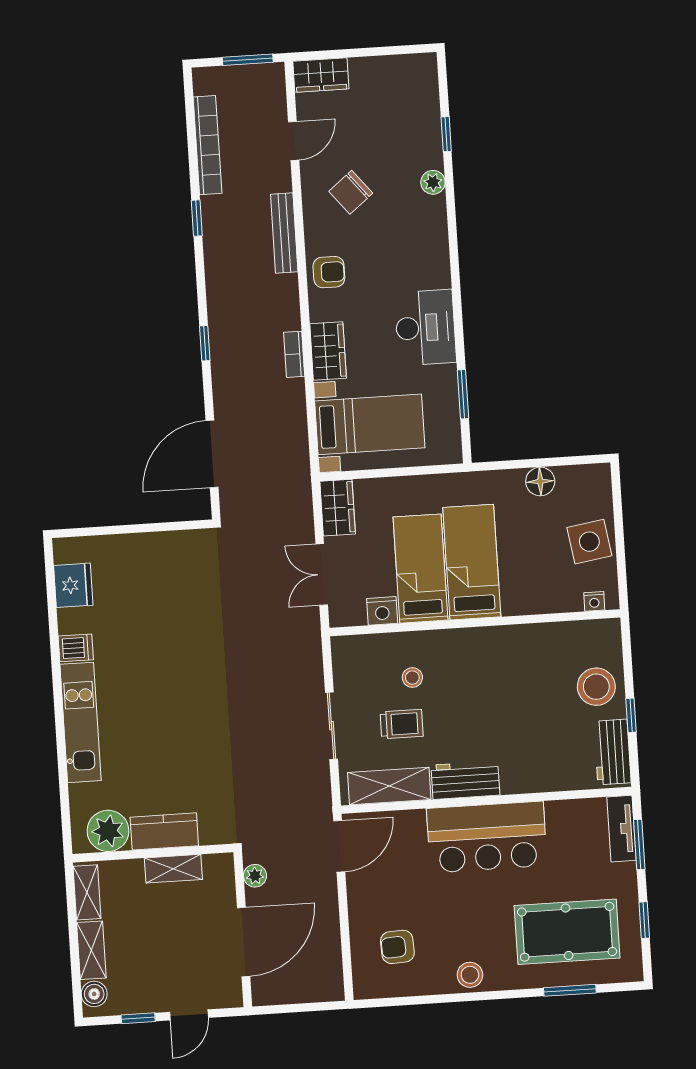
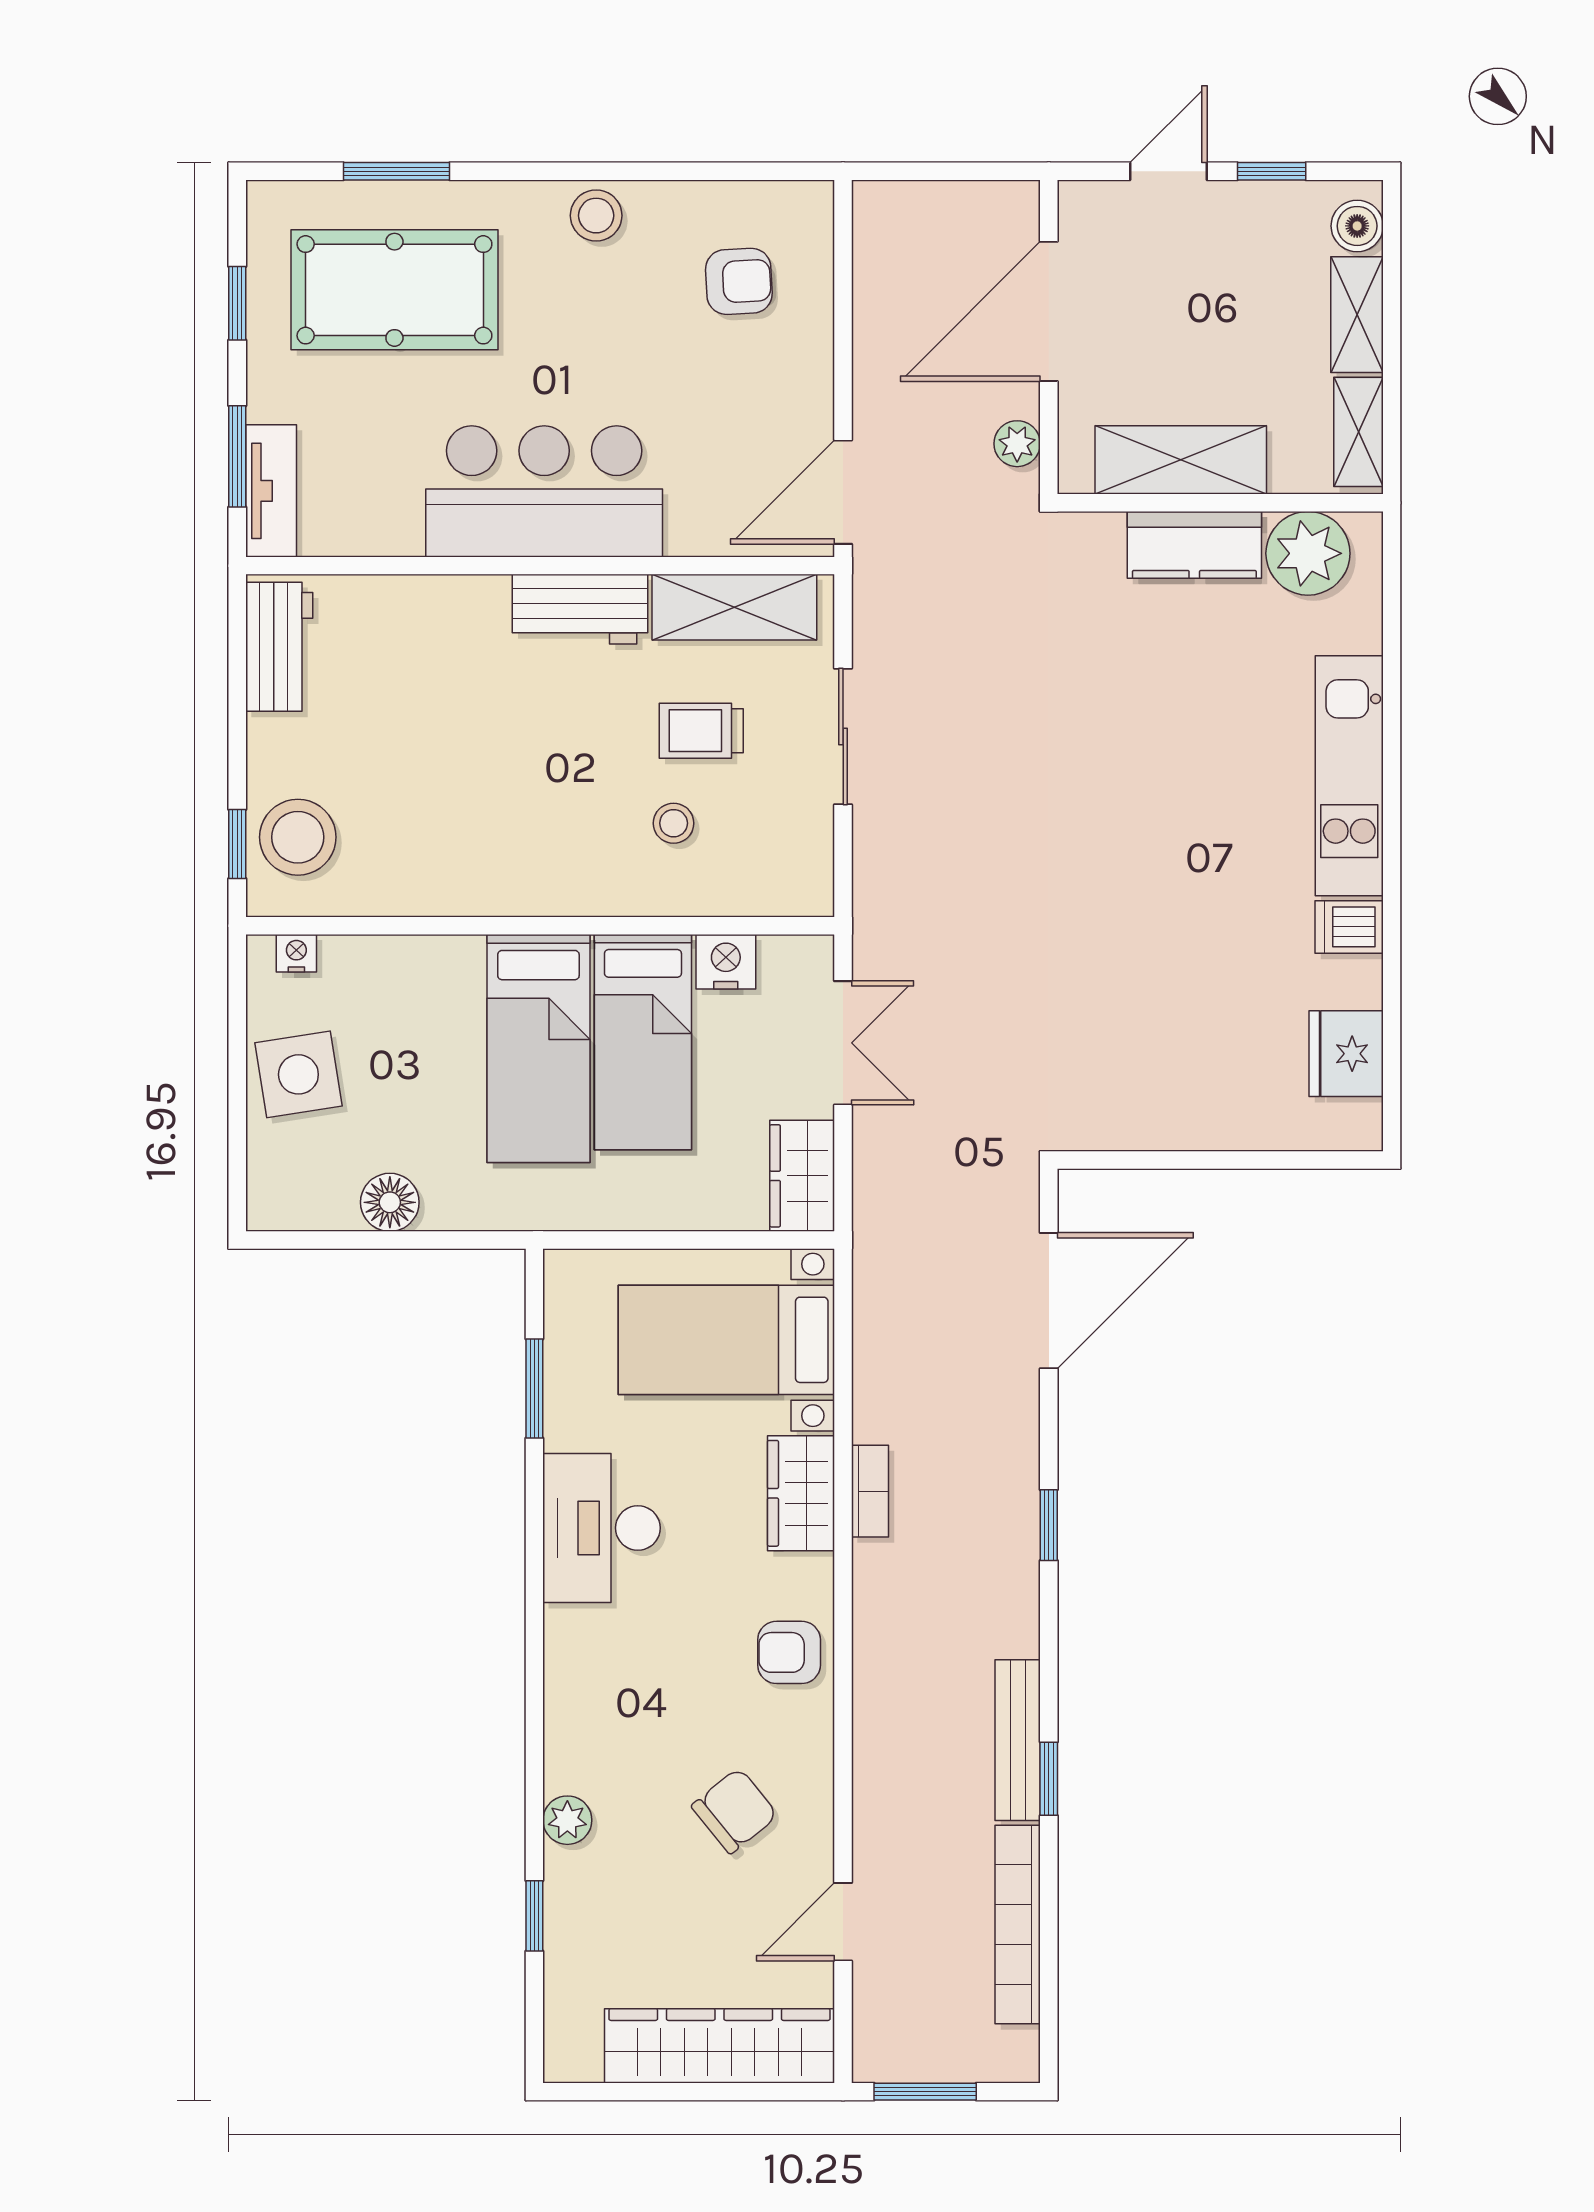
wardrobe: (321, 75) -> (719, 2046), width x2.10, depth x1.17
bench: (284, 233) -> (1018, 1740), moved
stool: (596, 687) -> (298, 837), moved
window: (631, 715) -> (237, 844), moved
shelving: (173, 869) -> (1181, 460), width x1.50, depth x1.33

